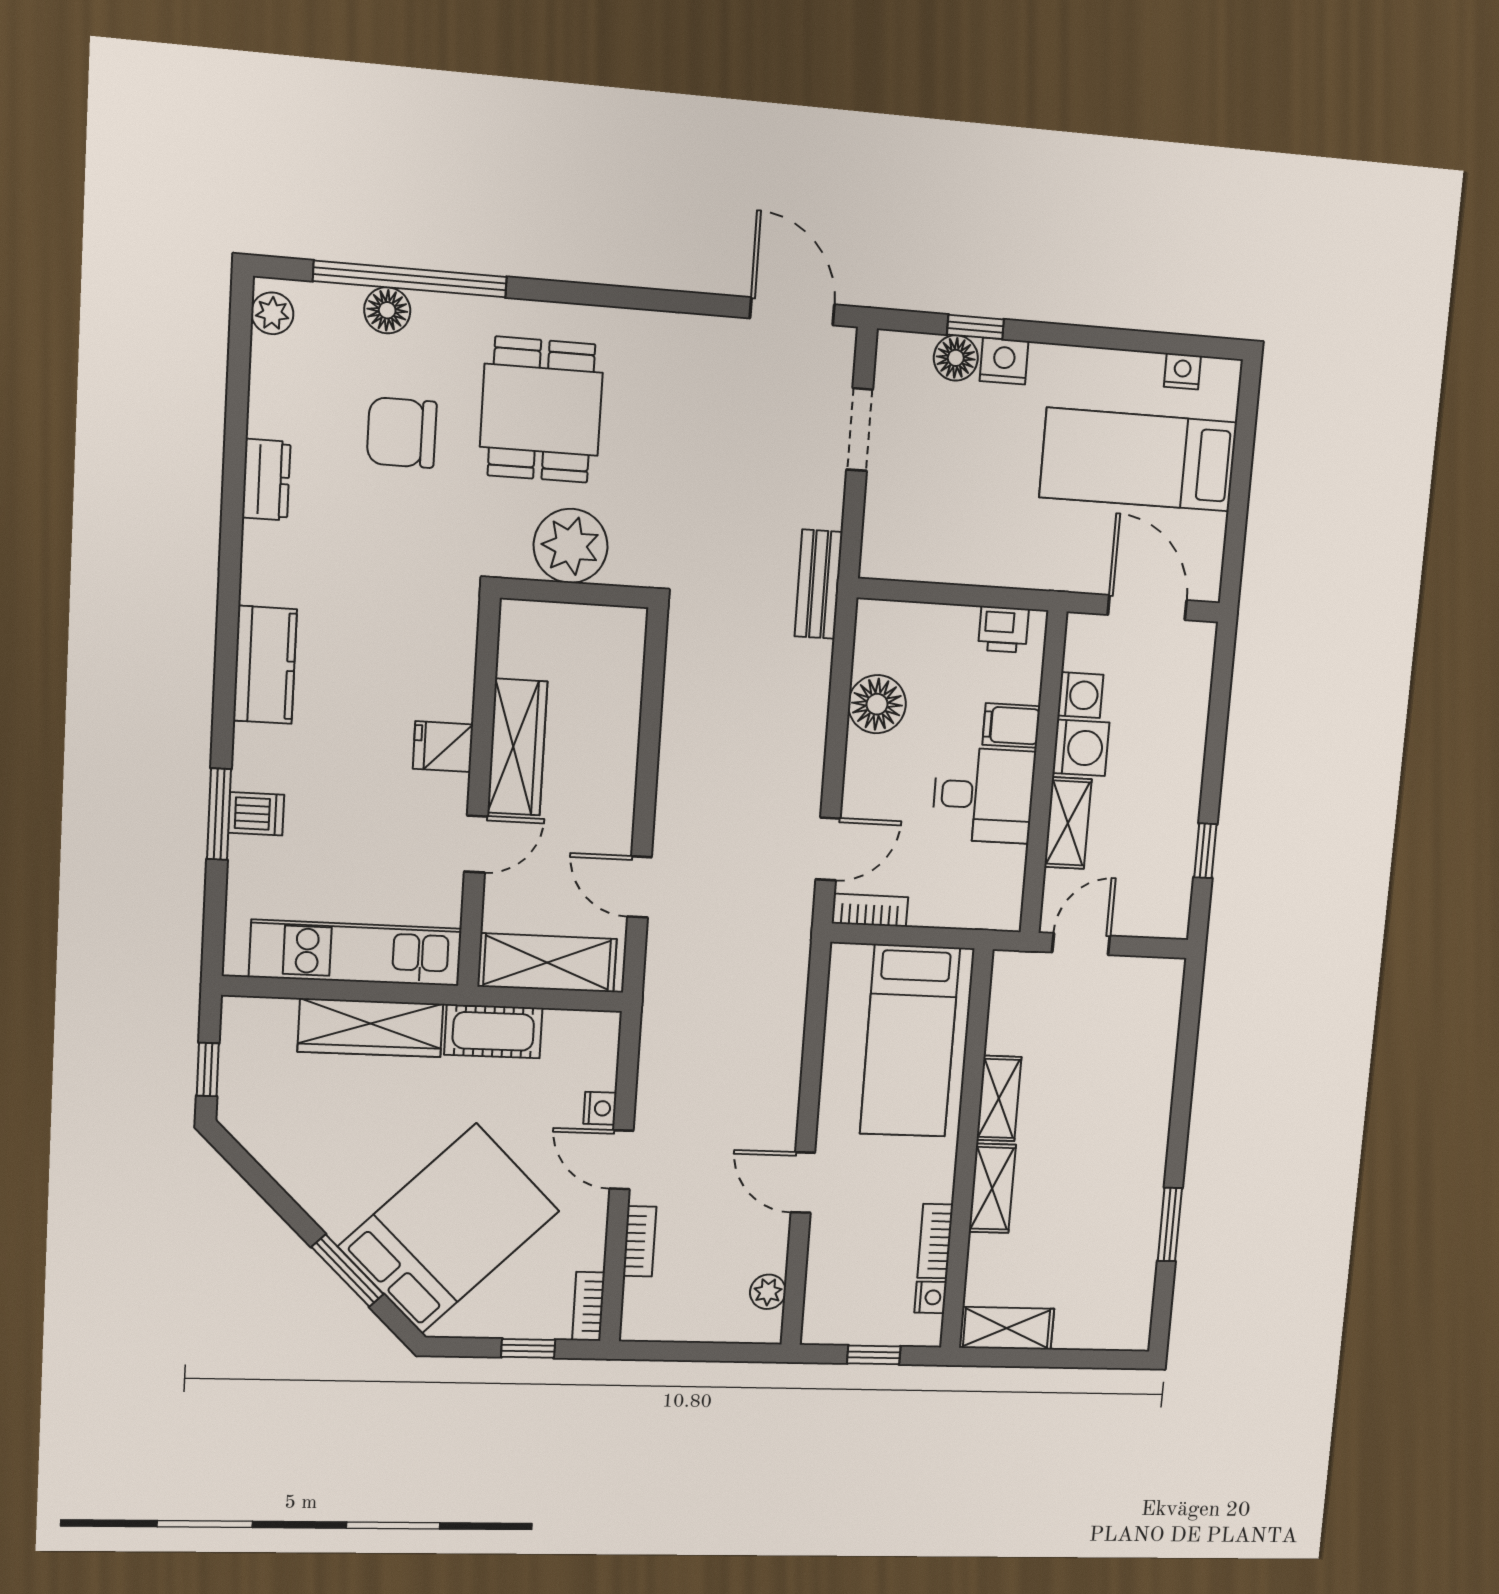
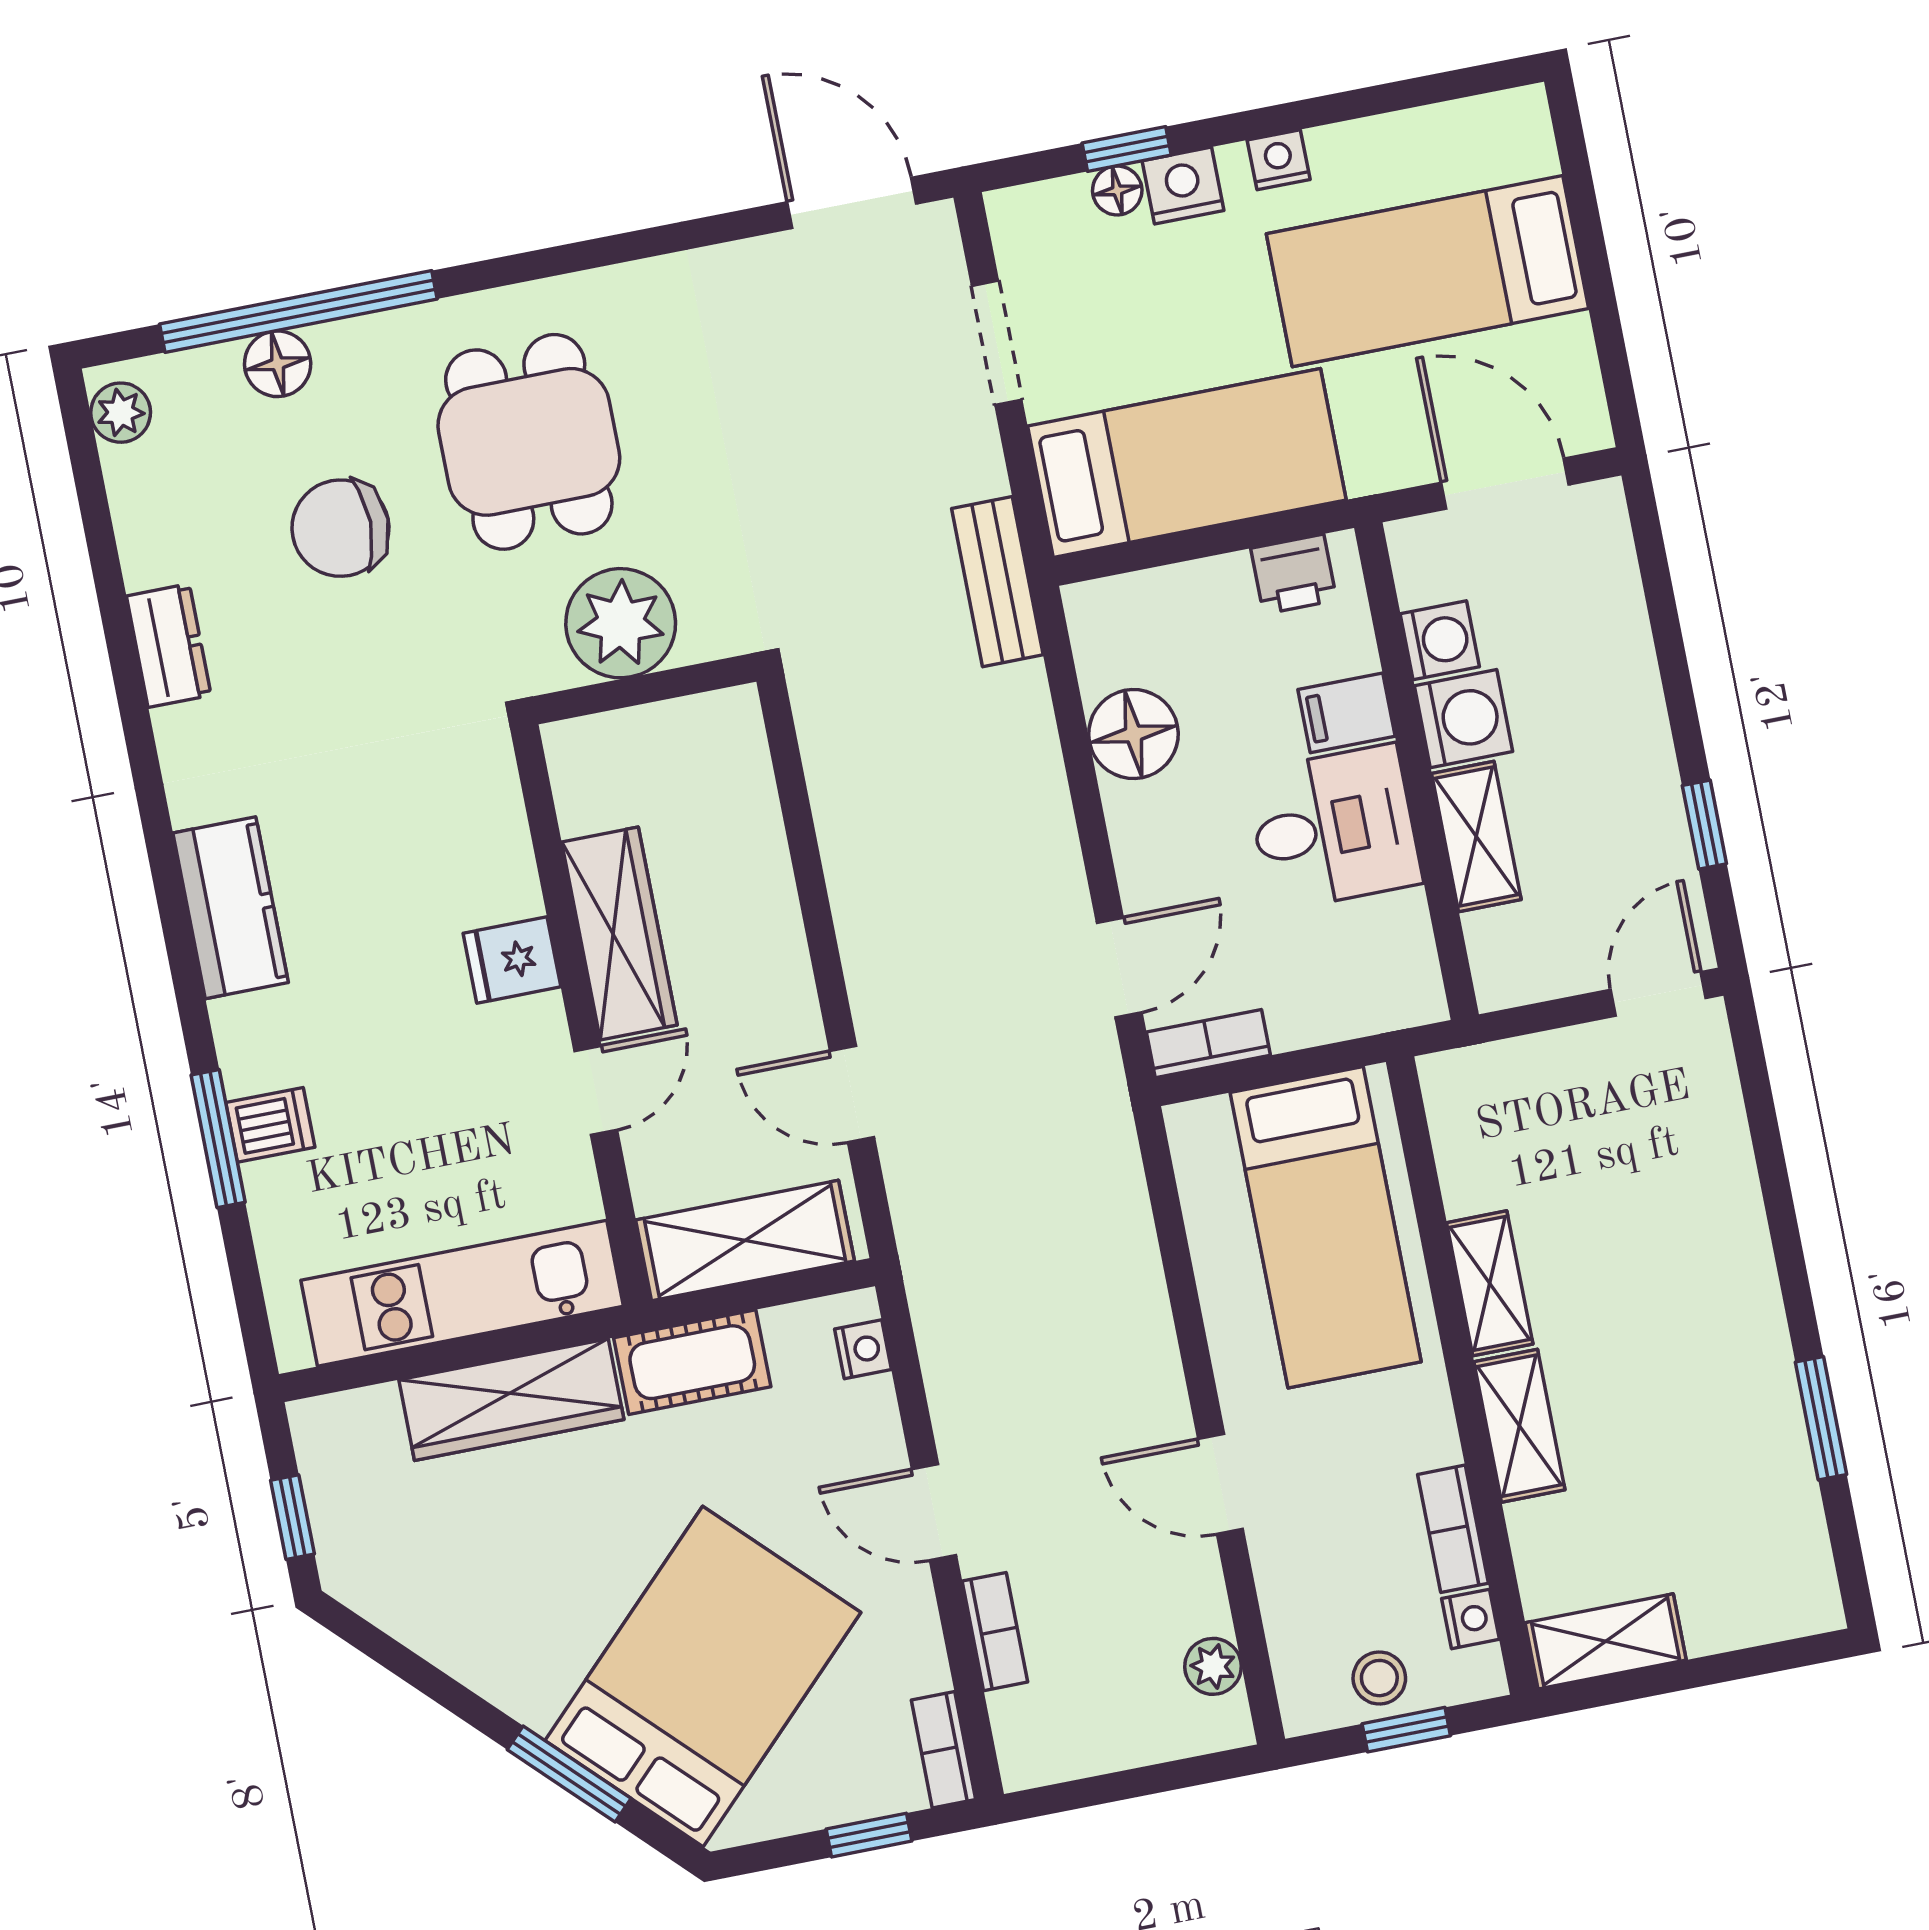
floor lamp: (956, 358) -> (1117, 190), width x0.73, depth x0.73
nightstand: (1182, 371) -> (1279, 160), moved
bed: (957, 541) -> (1187, 463), added
door: (1081, 944) -> (1658, 994), moved
nightstand: (600, 1108) -> (863, 1349), moved
stool: (866, 1321) -> (1379, 1678), added

